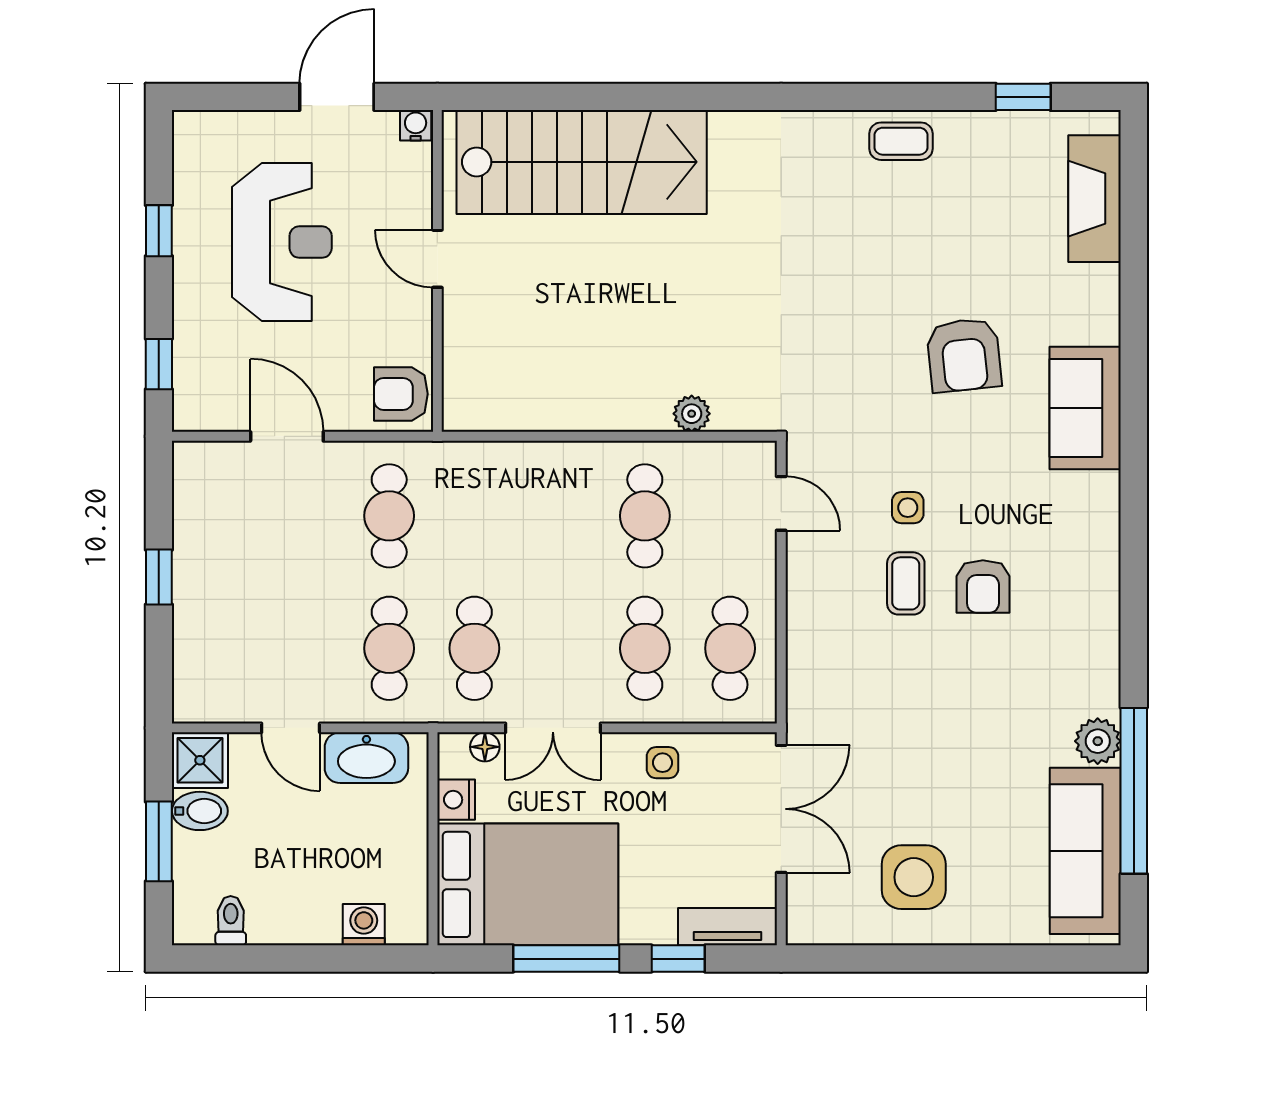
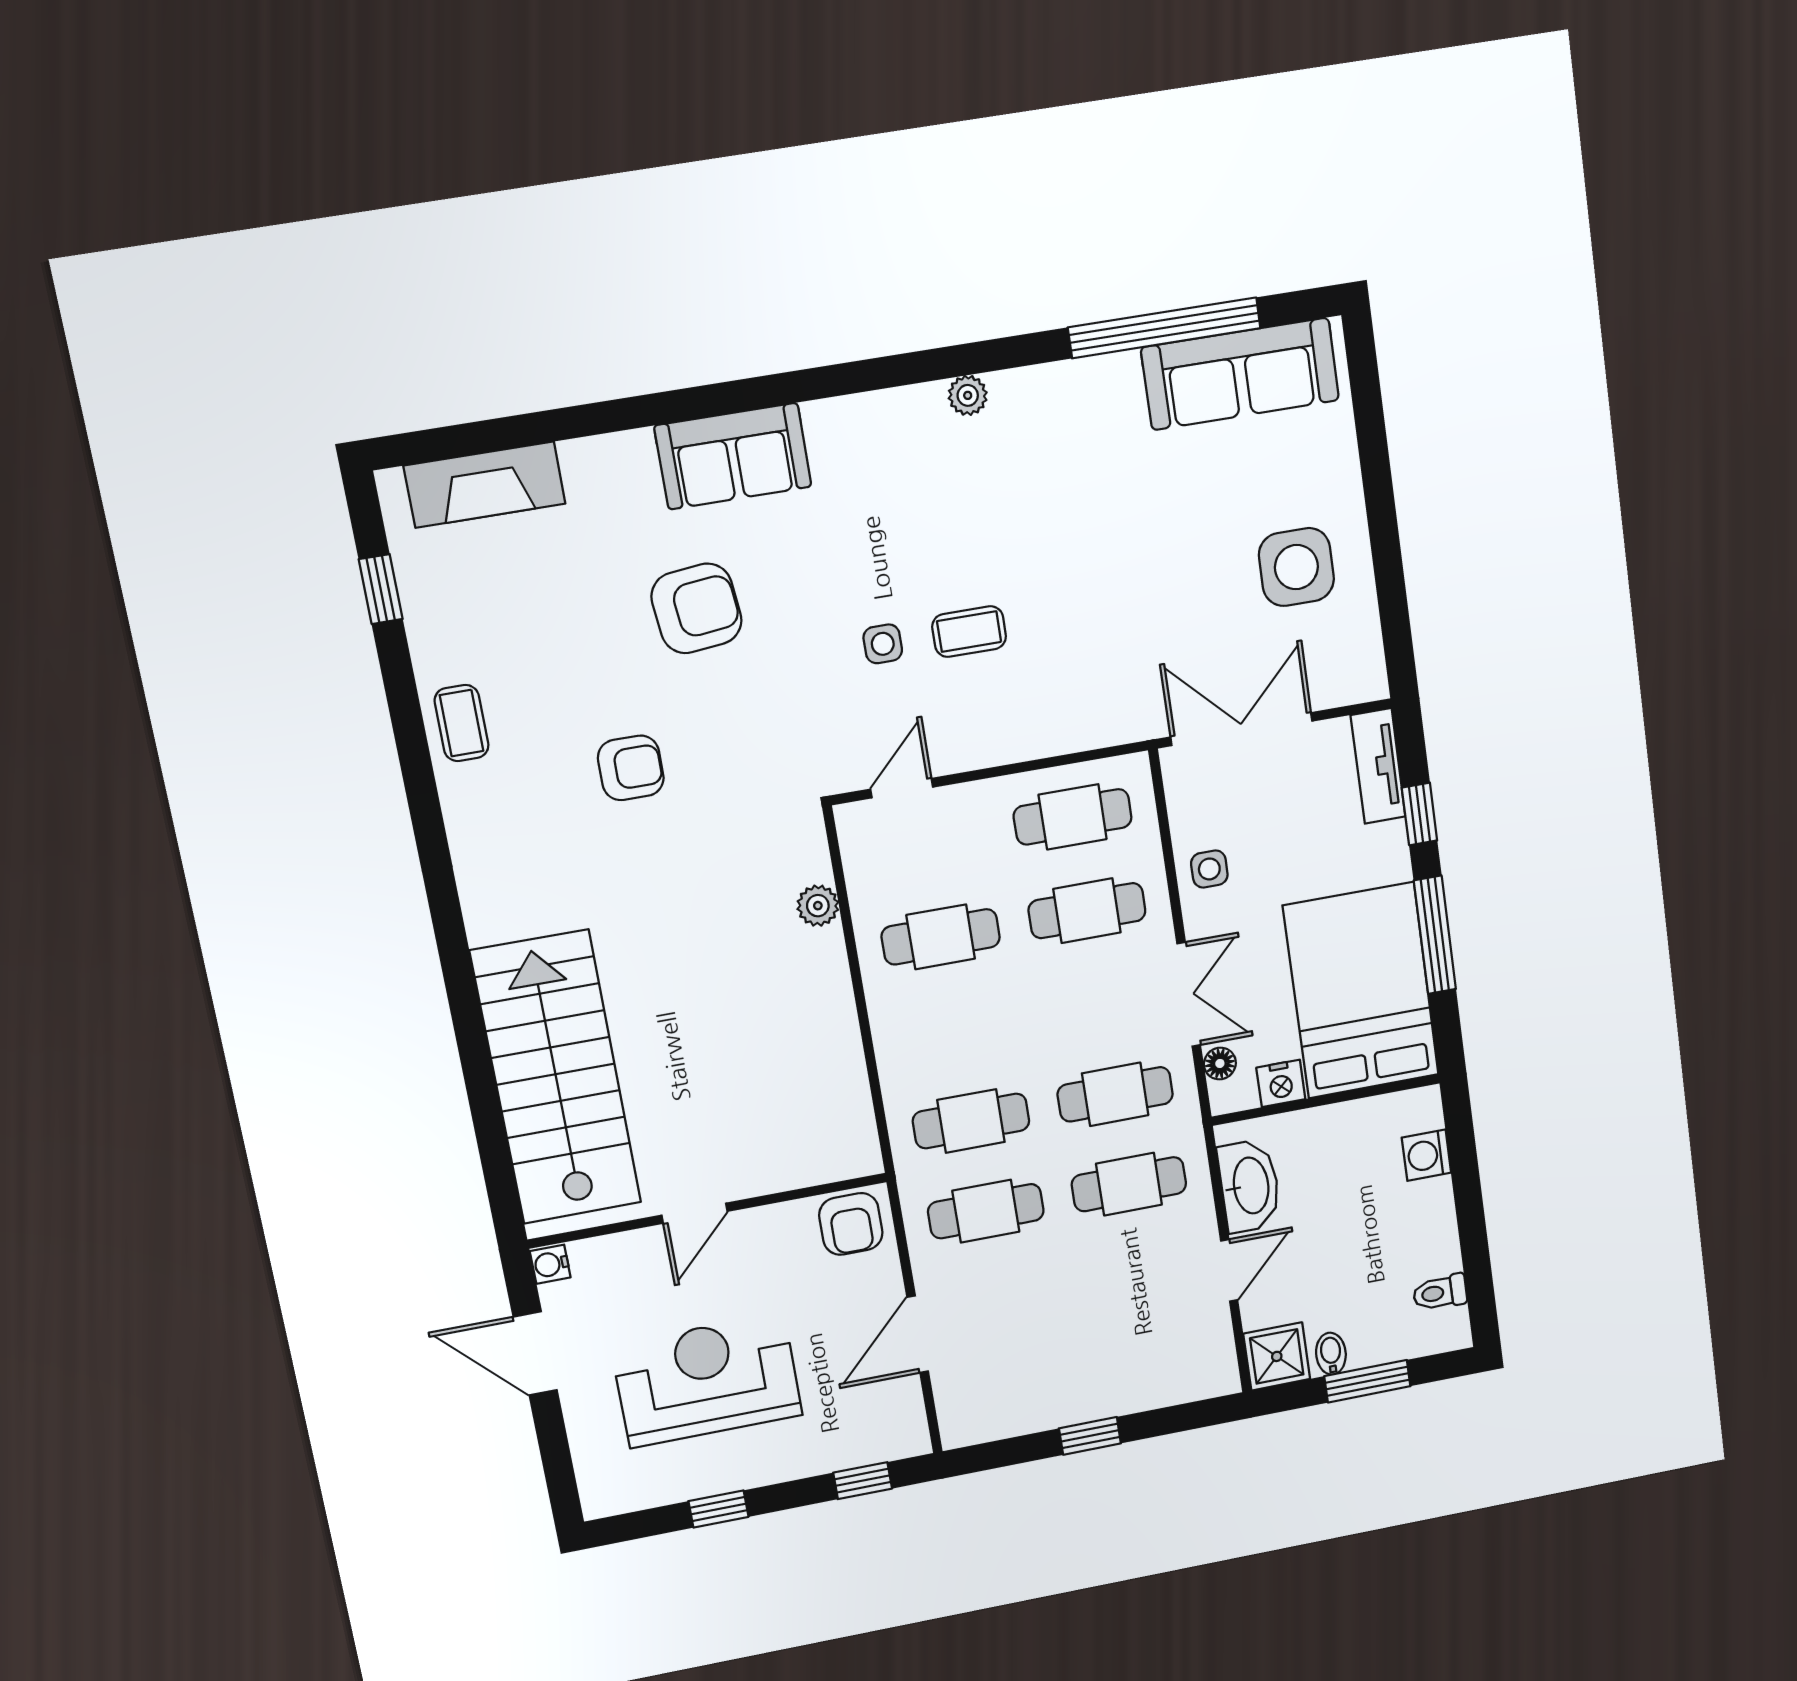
cafe table: (474, 516) -> (971, 1121), added
armchair: (983, 586) -> (631, 768), moved
plant: (1098, 741) -> (968, 395), moved, width x0.73, depth x0.73
bidet: (200, 811) -> (1331, 1354), width x0.72, depth x0.74

